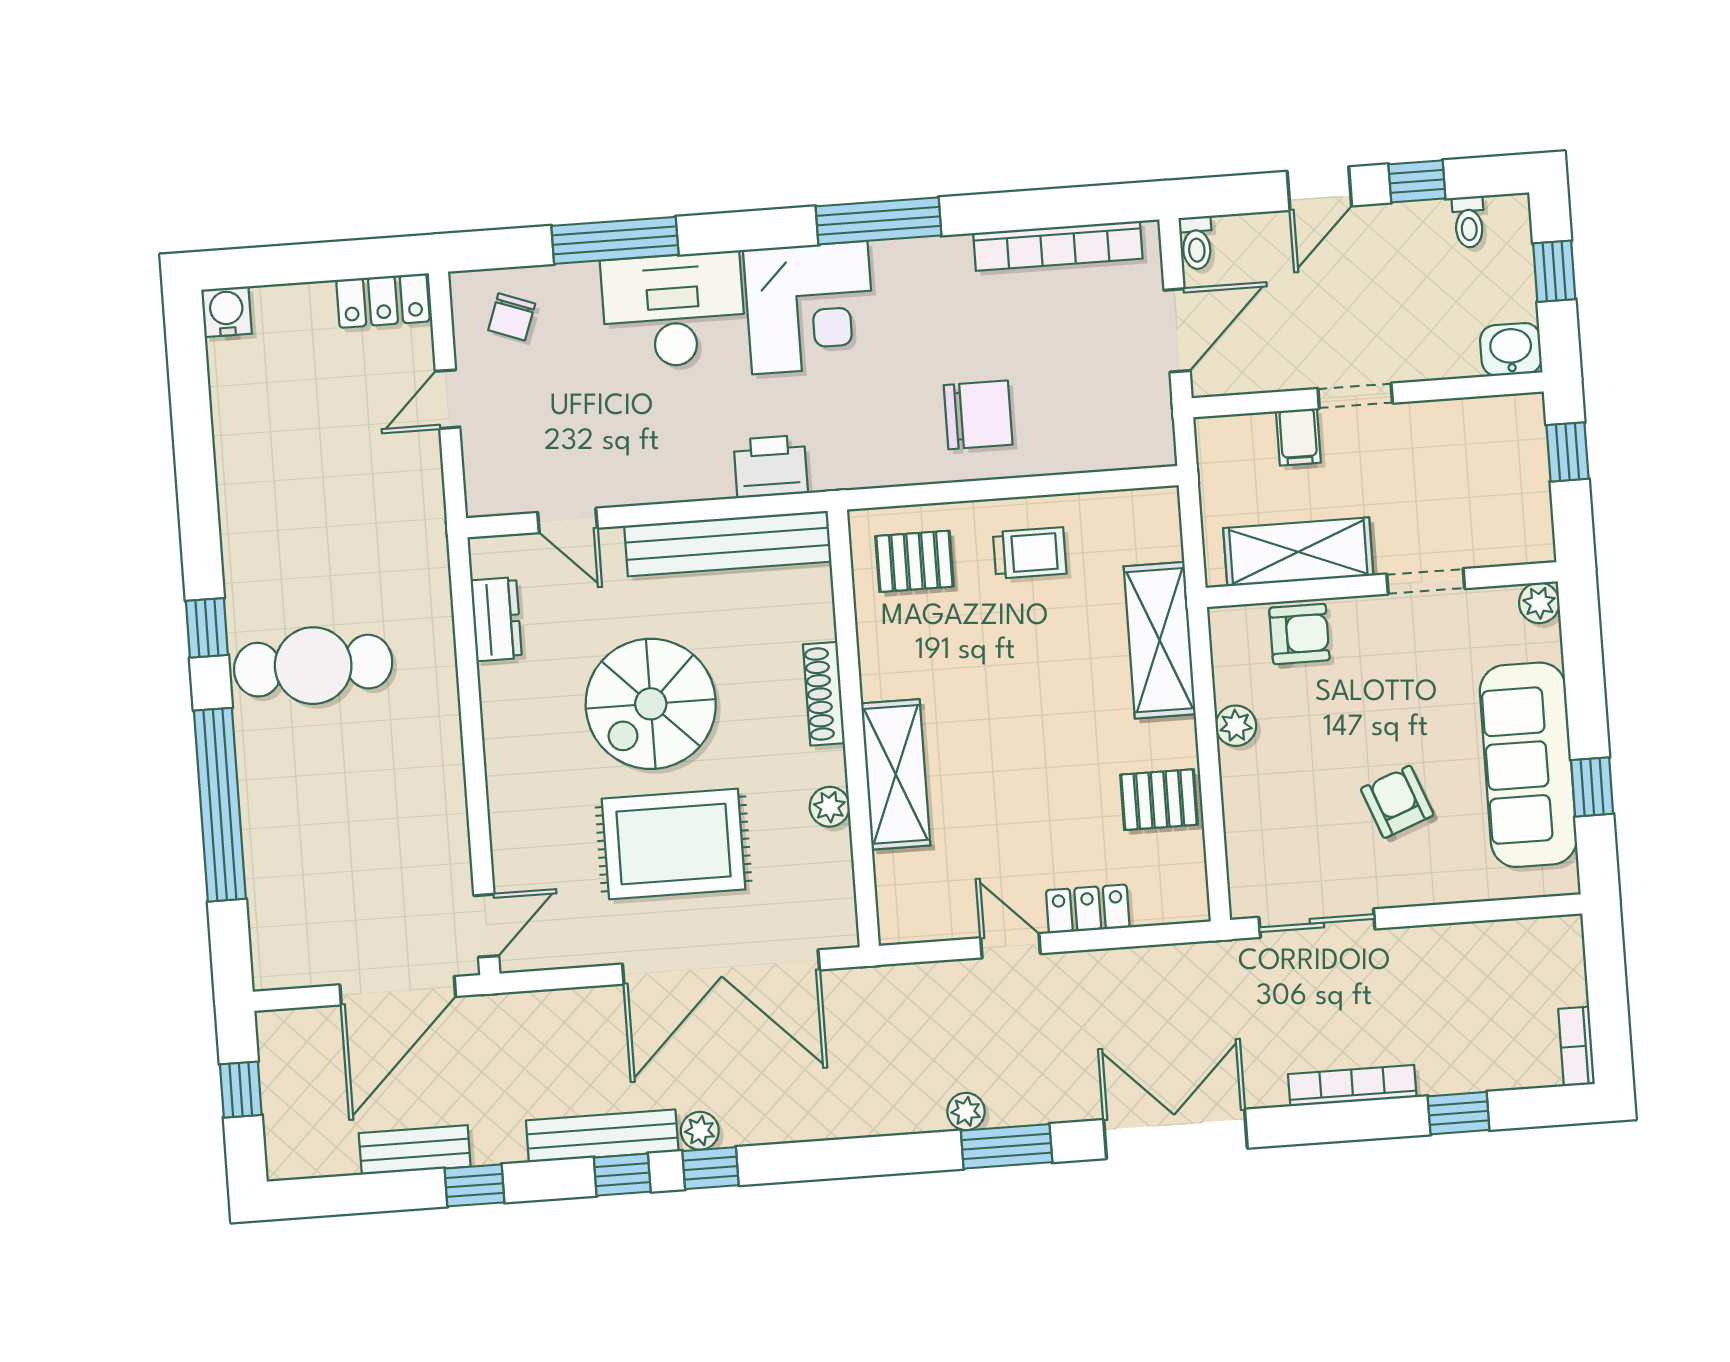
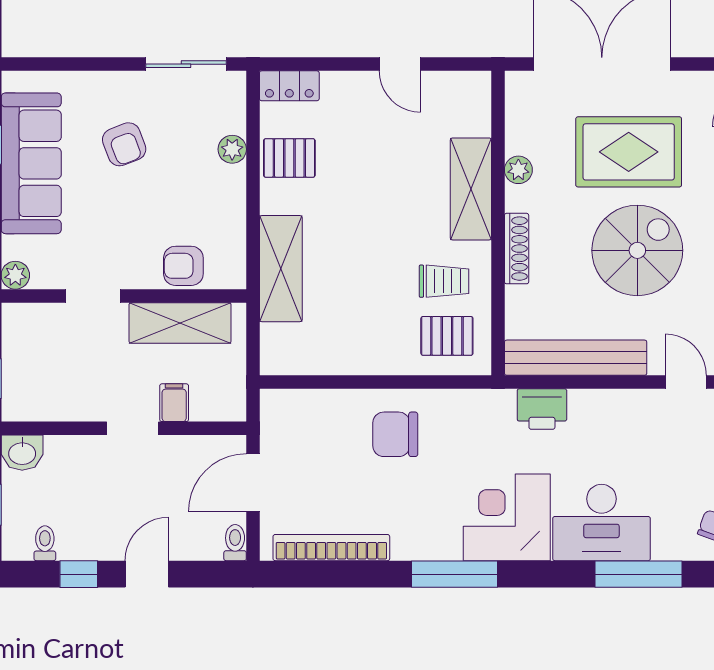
trolley: (1030, 553) -> (444, 281), moved, turned 180
plant: (1236, 726) -> (232, 149), moved
locker: (1088, 909) -> (289, 86), moved

